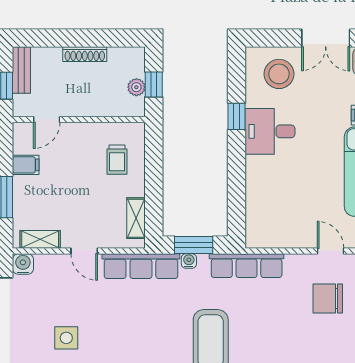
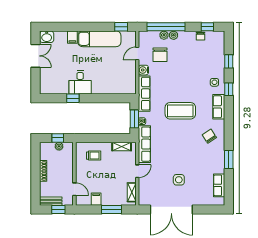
stool: (279, 74) -> (53, 78), removed
water cooler: (23, 264) -> (143, 70), moved

